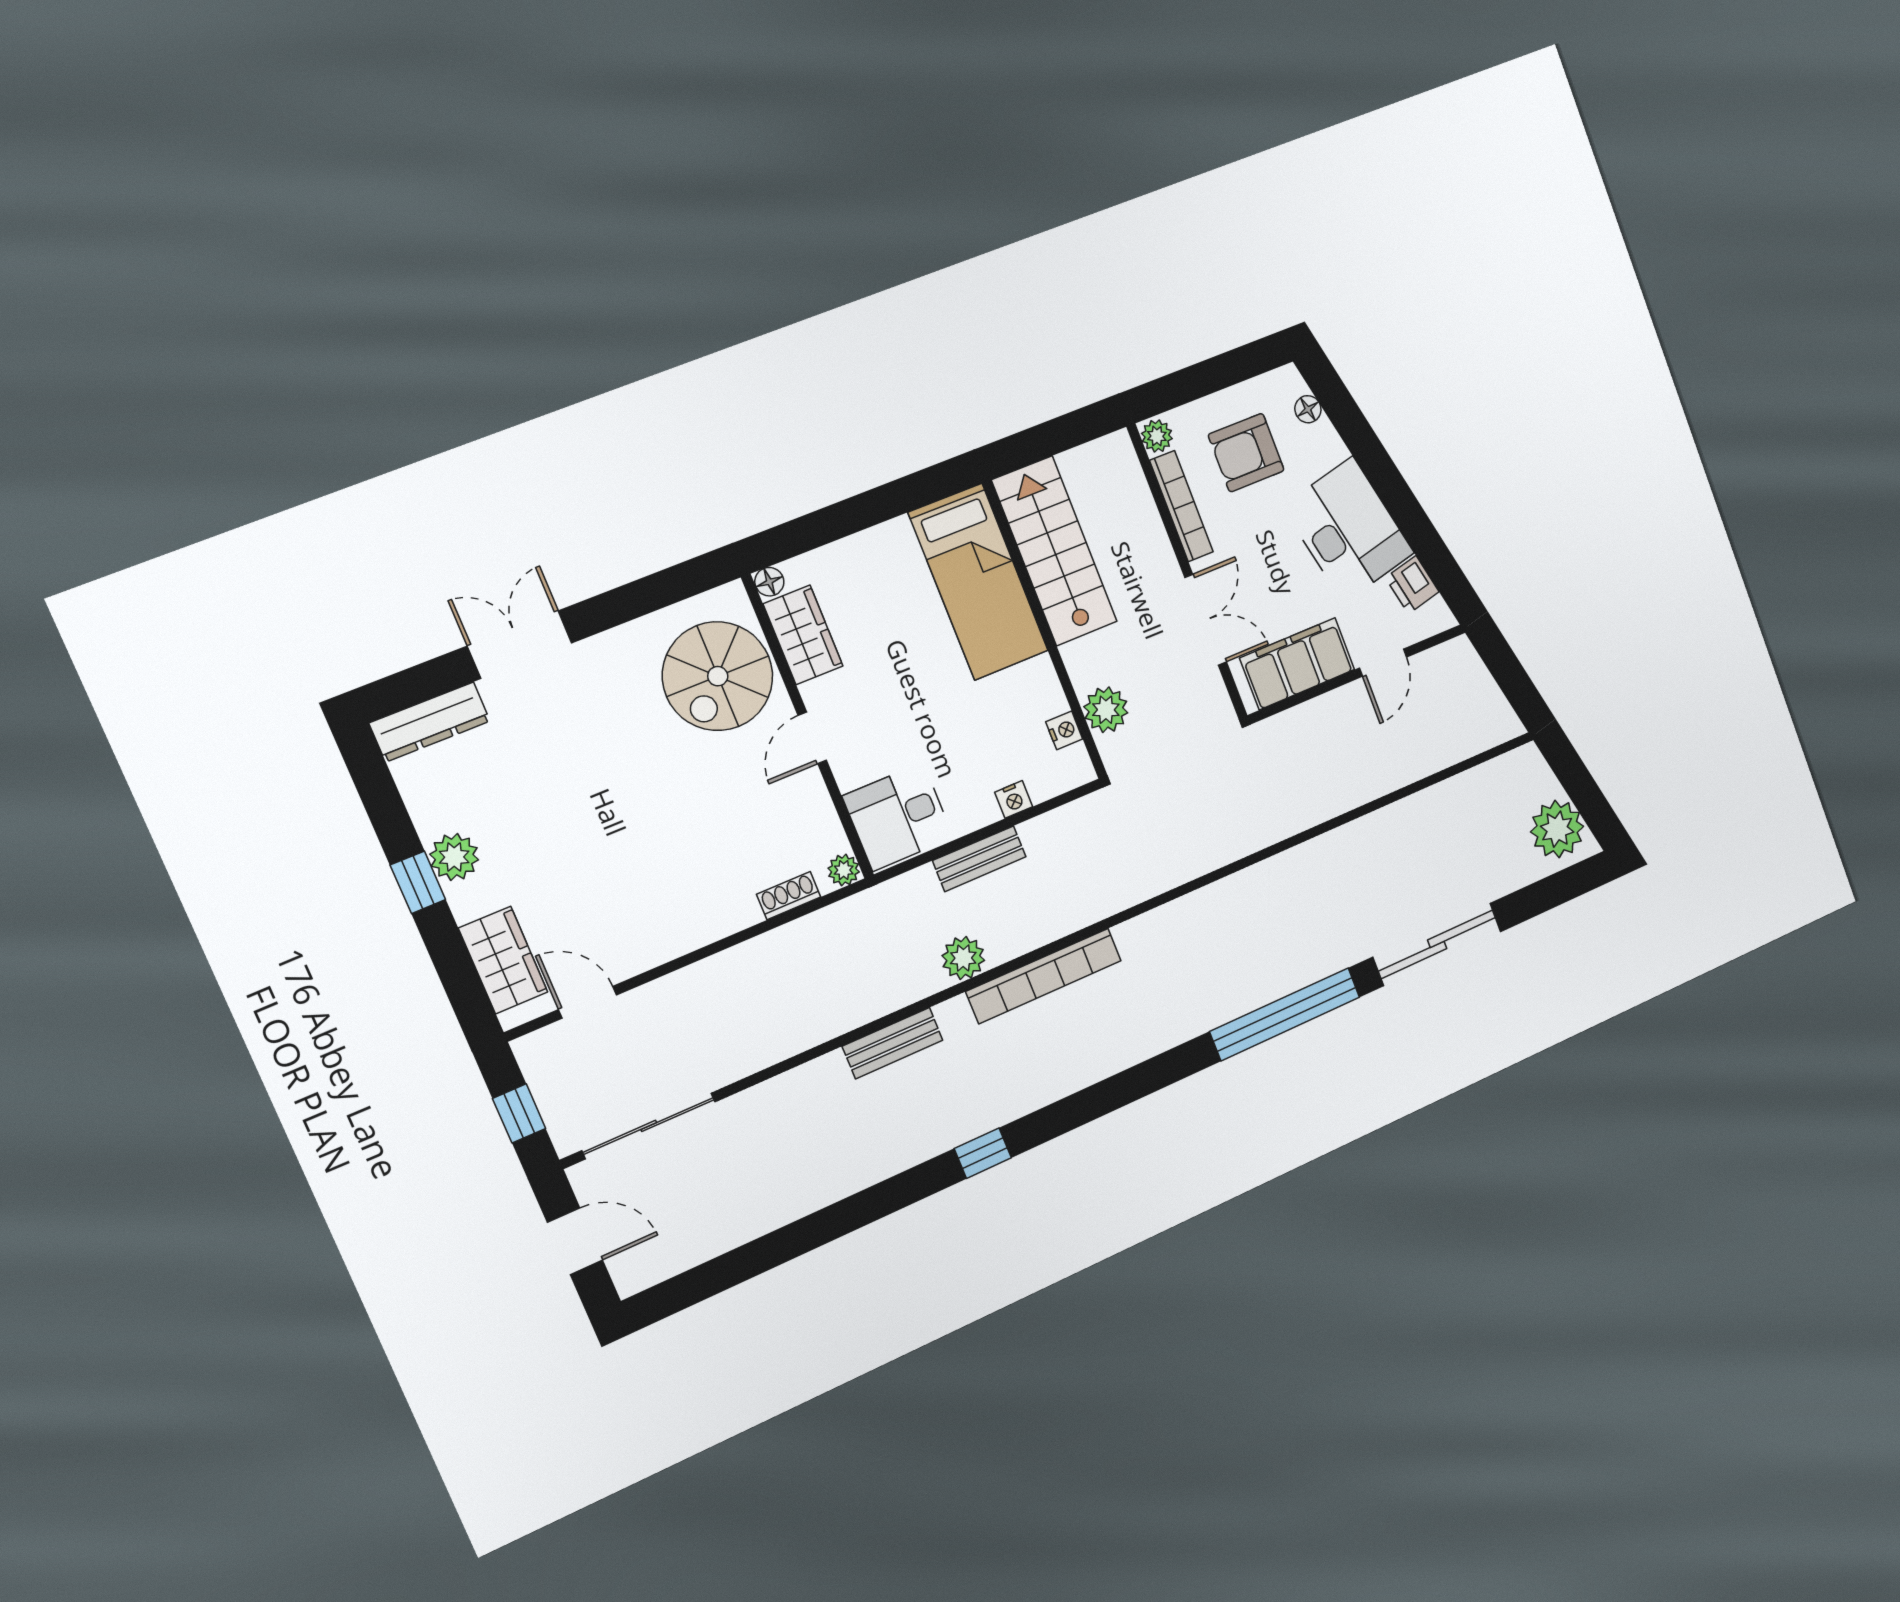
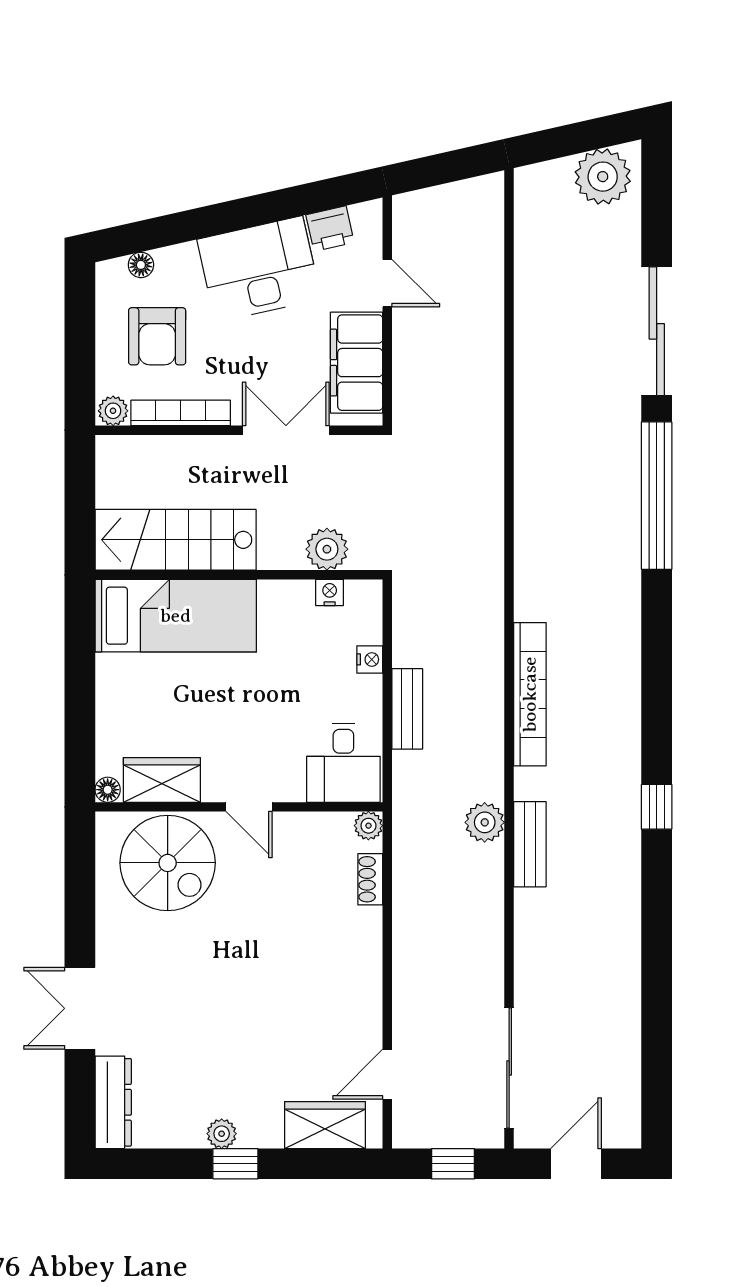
plant: (454, 857) -> (222, 1134), width x0.73, depth x0.73
plant: (963, 958) -> (485, 822), moved

